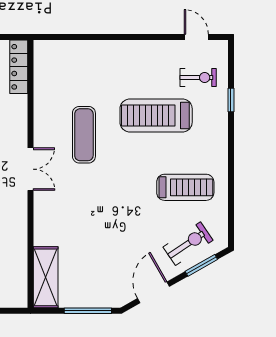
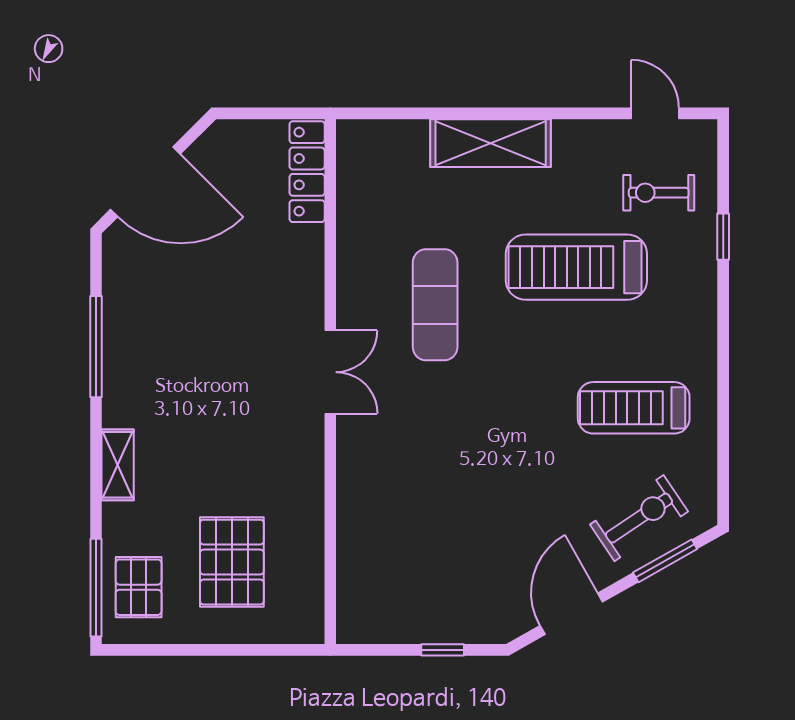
exercise bike: (198, 78) -> (659, 193), turned 180
treadmill: (185, 187) -> (634, 408), turned 180
shelving: (46, 277) -> (491, 143), moved, turned 90
window: (88, 311) -> (443, 650), width x0.46

